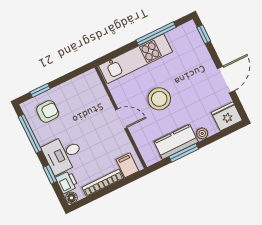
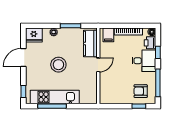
kitchen unit: (135, 59) -> (55, 97), moved
stool: (159, 99) -> (58, 65), moved
door: (121, 119) -> (98, 65), swing flipped
kitchen counter: (176, 142) -> (90, 43), moved, turned 90

